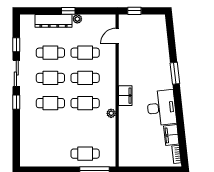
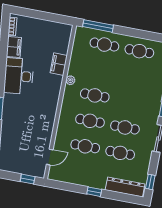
plant: (77, 19) -> (87, 182), removed
dresser: (53, 21) -> (125, 187), moved
window: (16, 45) -> (150, 182), moved
filing cabinet: (125, 96) -> (59, 64), moved
cafe table: (50, 103) -> (139, 51), moved

